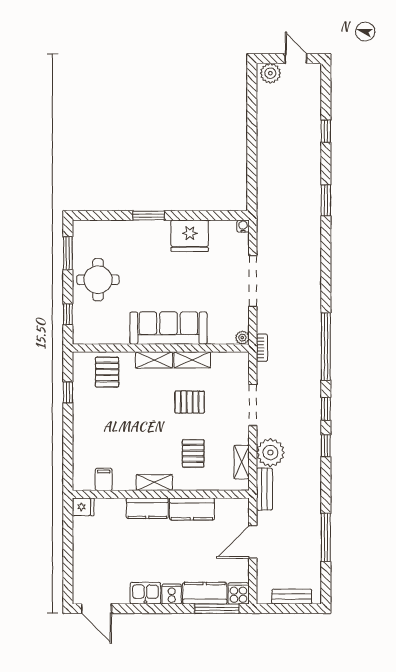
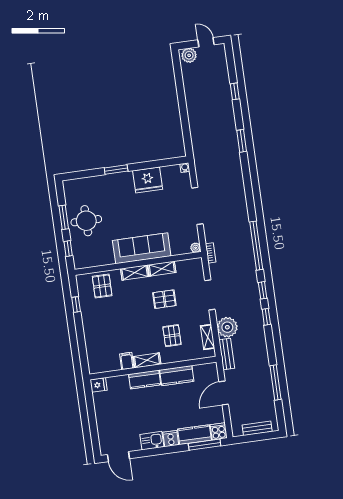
window: (68, 253) -> (64, 217), moved
filing cabinet: (104, 479) -> (127, 361), moved

